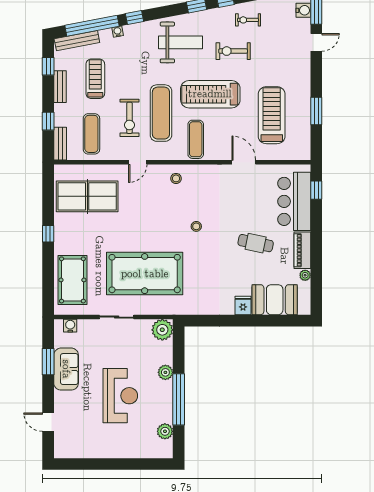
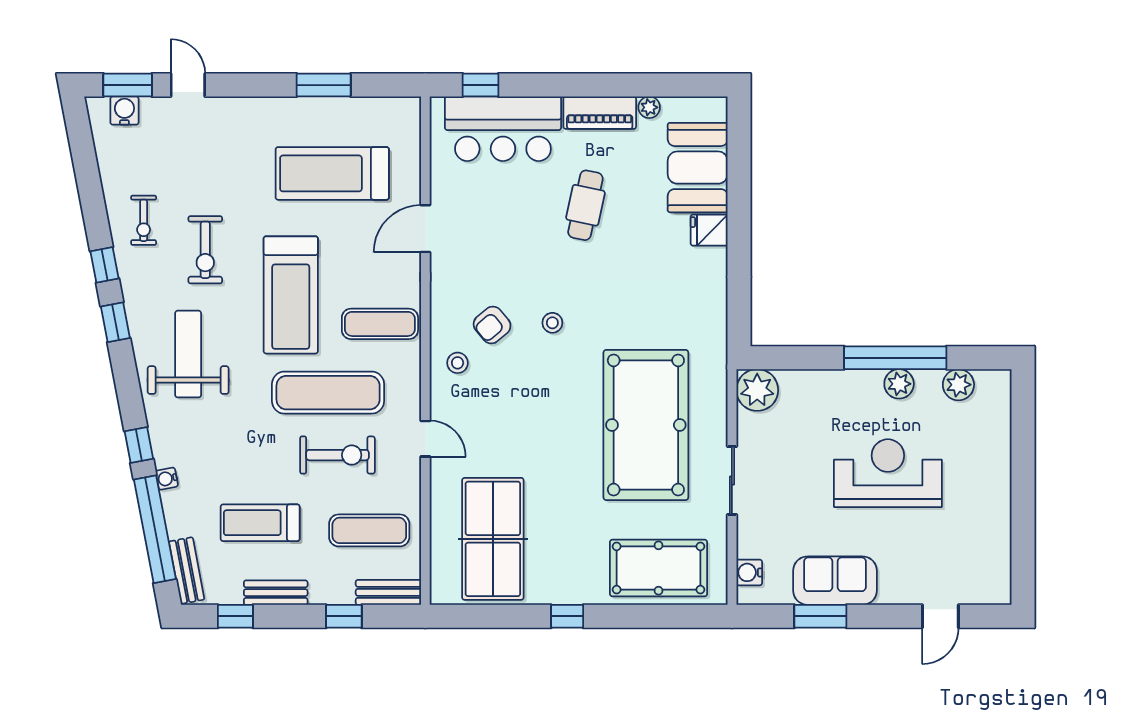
bench: (77, 41) -> (187, 570), width x0.73
armchair: (195, 196) -> (492, 325), added
plant: (165, 372) -> (899, 384), moved

